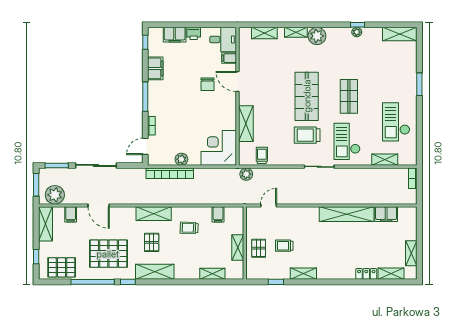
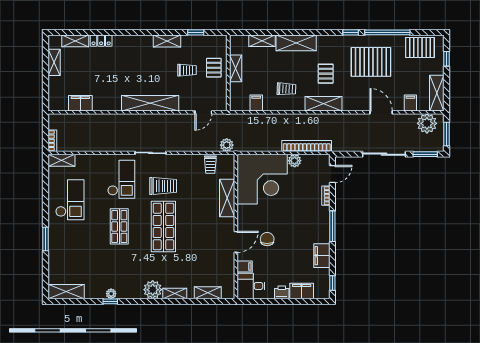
door: (237, 82) -> (236, 242), hinge flipped
corner desk: (219, 148) -> (262, 179), width x1.36, depth x1.36
shelving: (385, 160) -> (62, 160), moved
shelving: (347, 214) -> (150, 103), moved
shelving: (155, 272) -> (296, 43), moved

